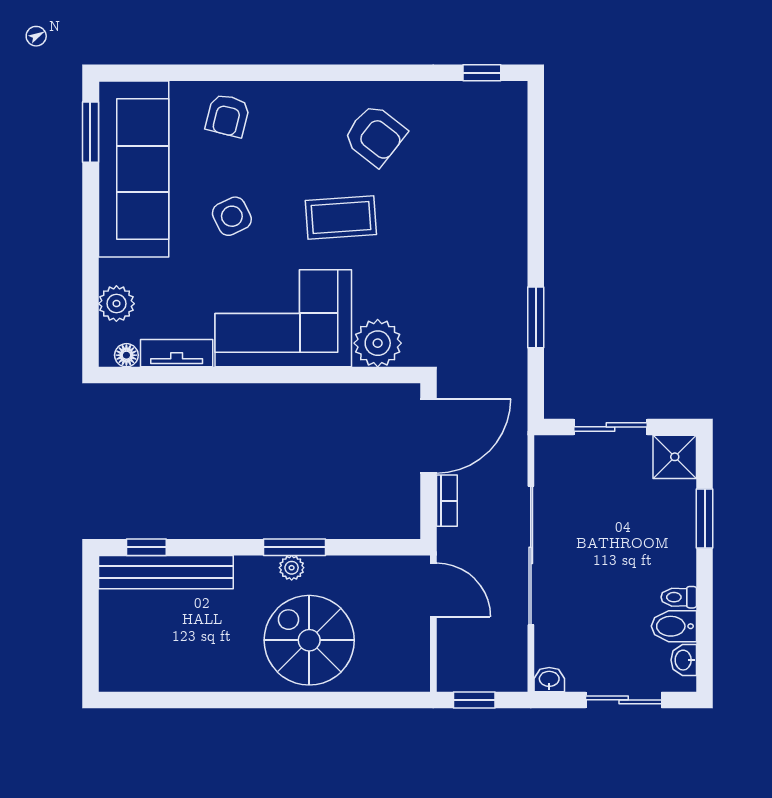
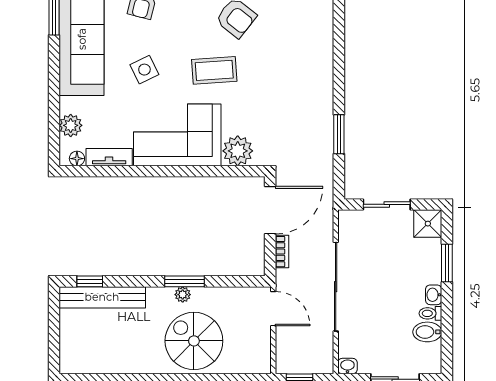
washbasin: (684, 660) -> (434, 295), moved

